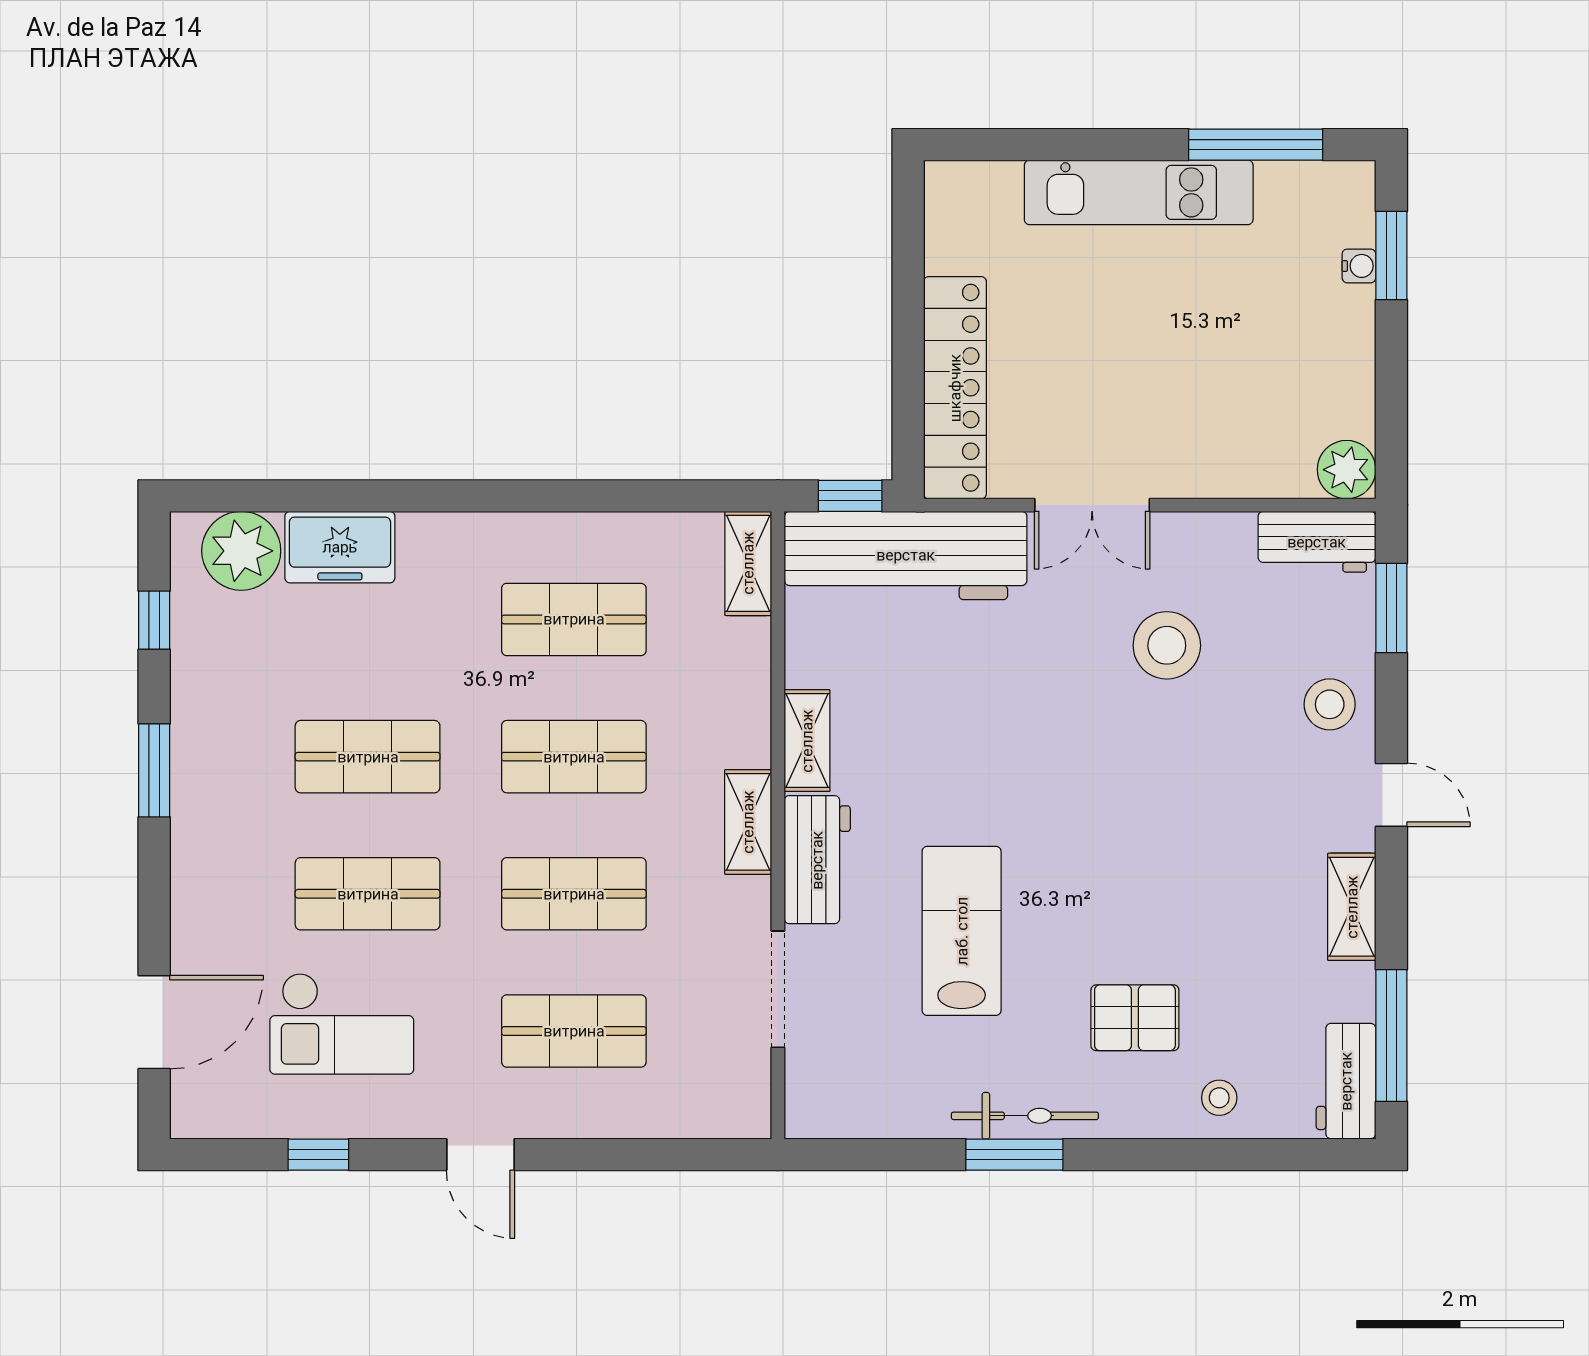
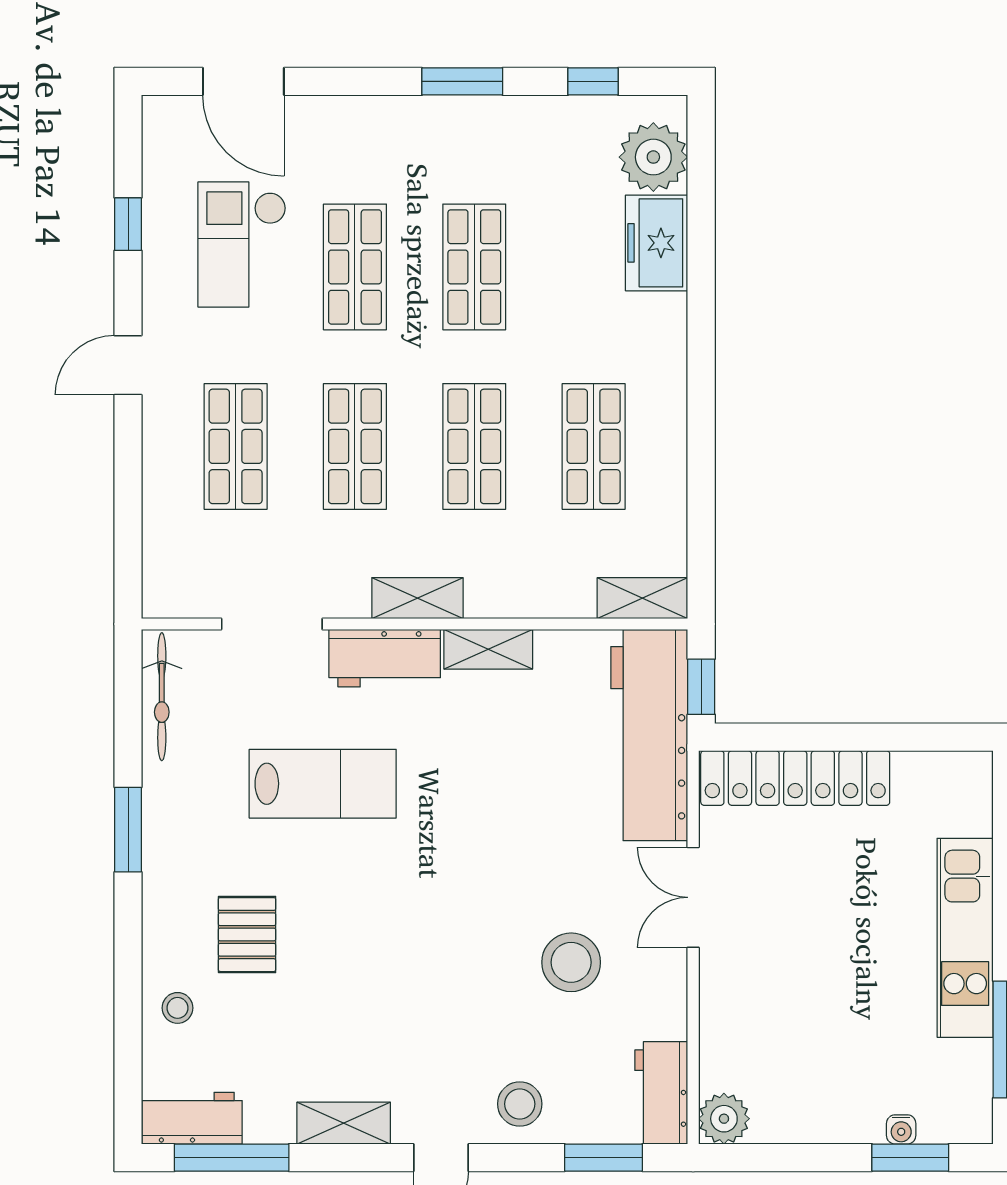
bicycle: (1025, 1116) -> (162, 697), moved

